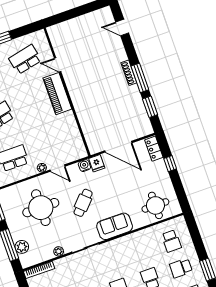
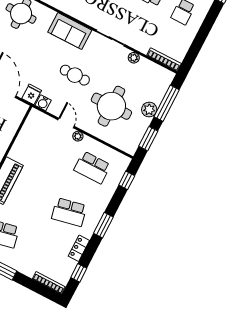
cafe table: (83, 203) -> (75, 75), turned 47
plant: (22, 247) -> (149, 110), moved

